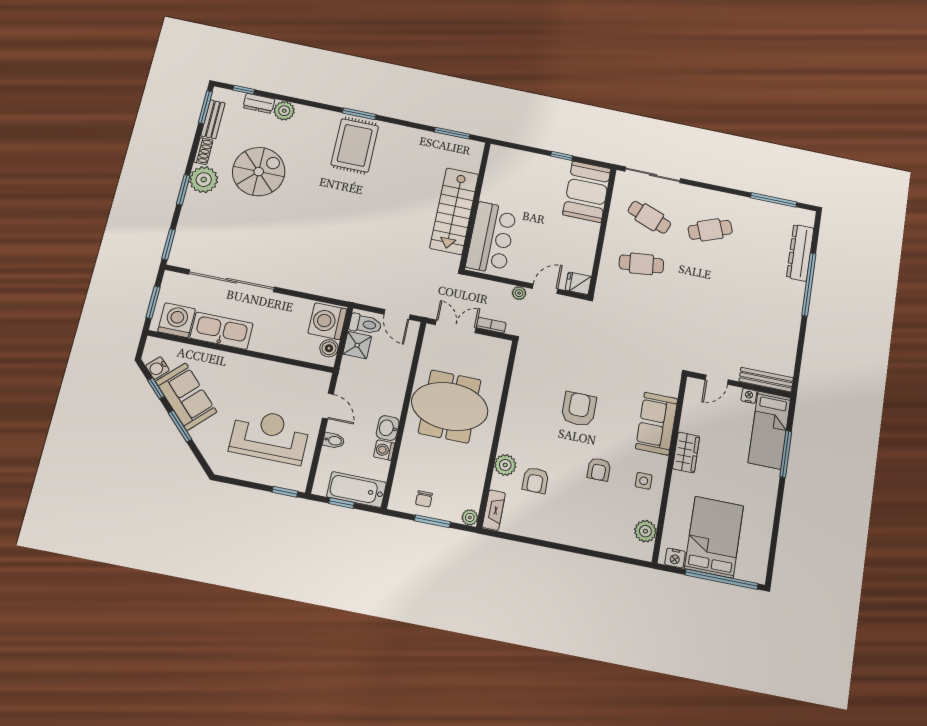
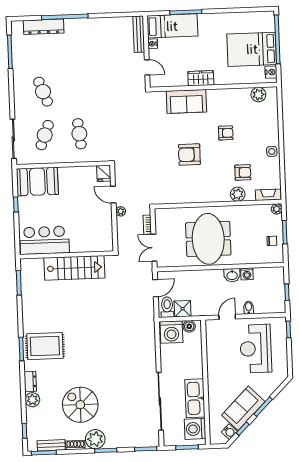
dresser: (259, 103) -> (30, 381), moved
bar counter: (491, 238) -> (44, 240), moved
side table: (644, 481) -> (272, 151), moved
bathtub: (356, 490) -> (276, 285), removed

